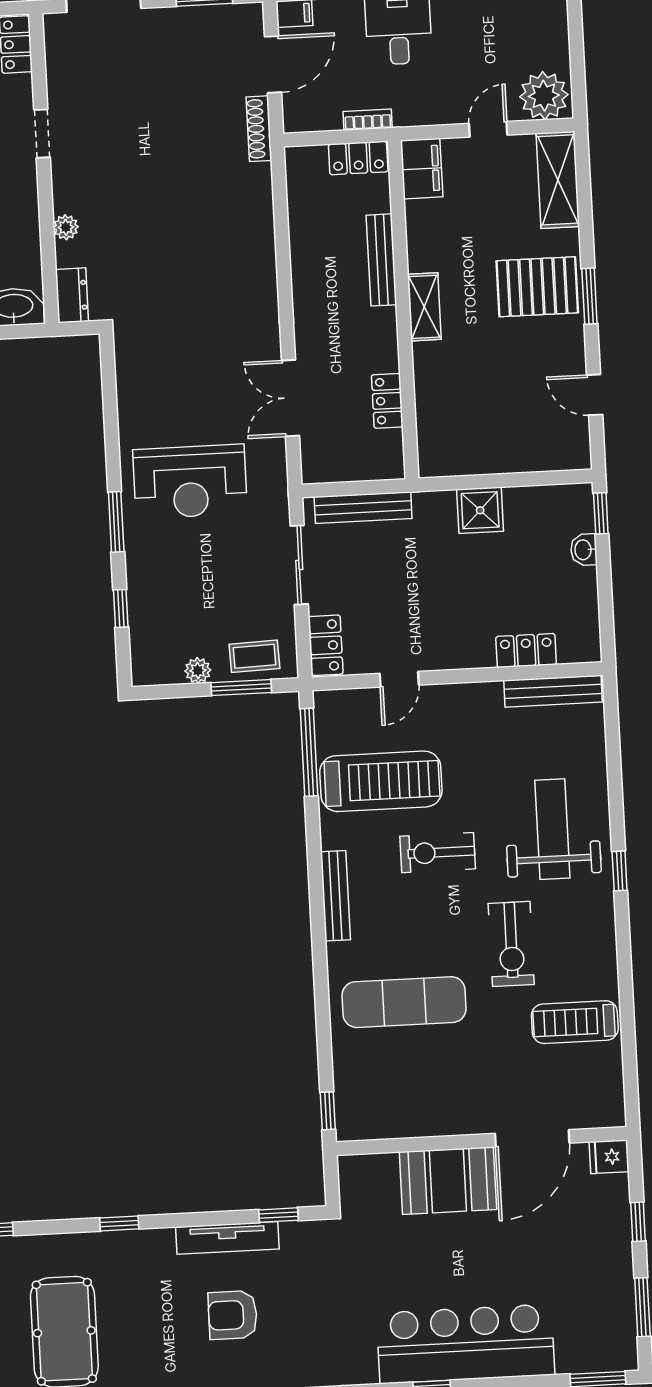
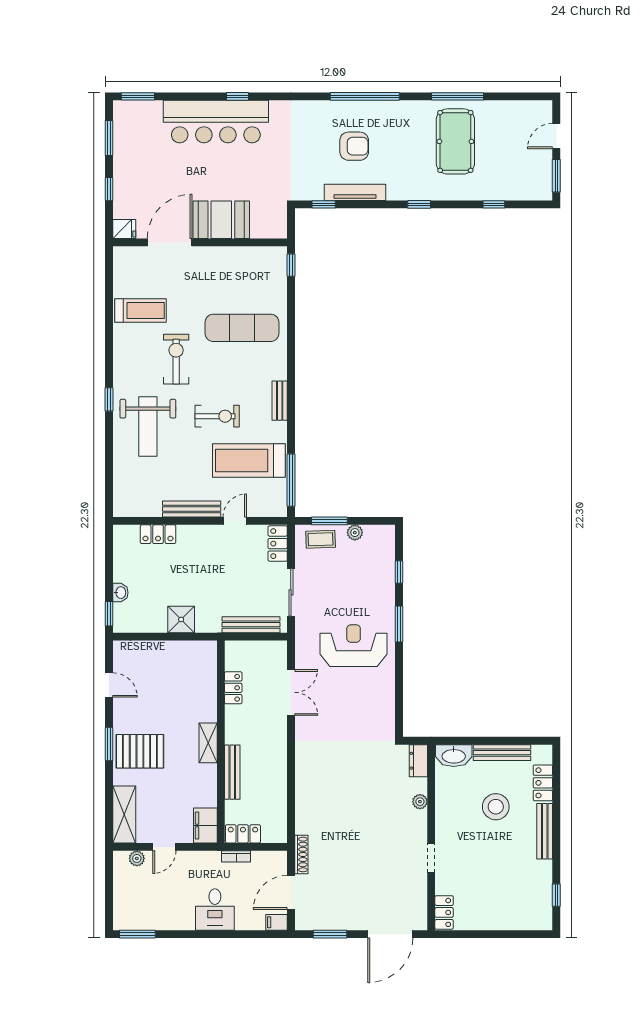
plant: (544, 96) -> (137, 858), width x0.53, depth x0.53
bench: (553, 691) -> (192, 509), moved
bench: (335, 896) -> (280, 401), width x0.73

